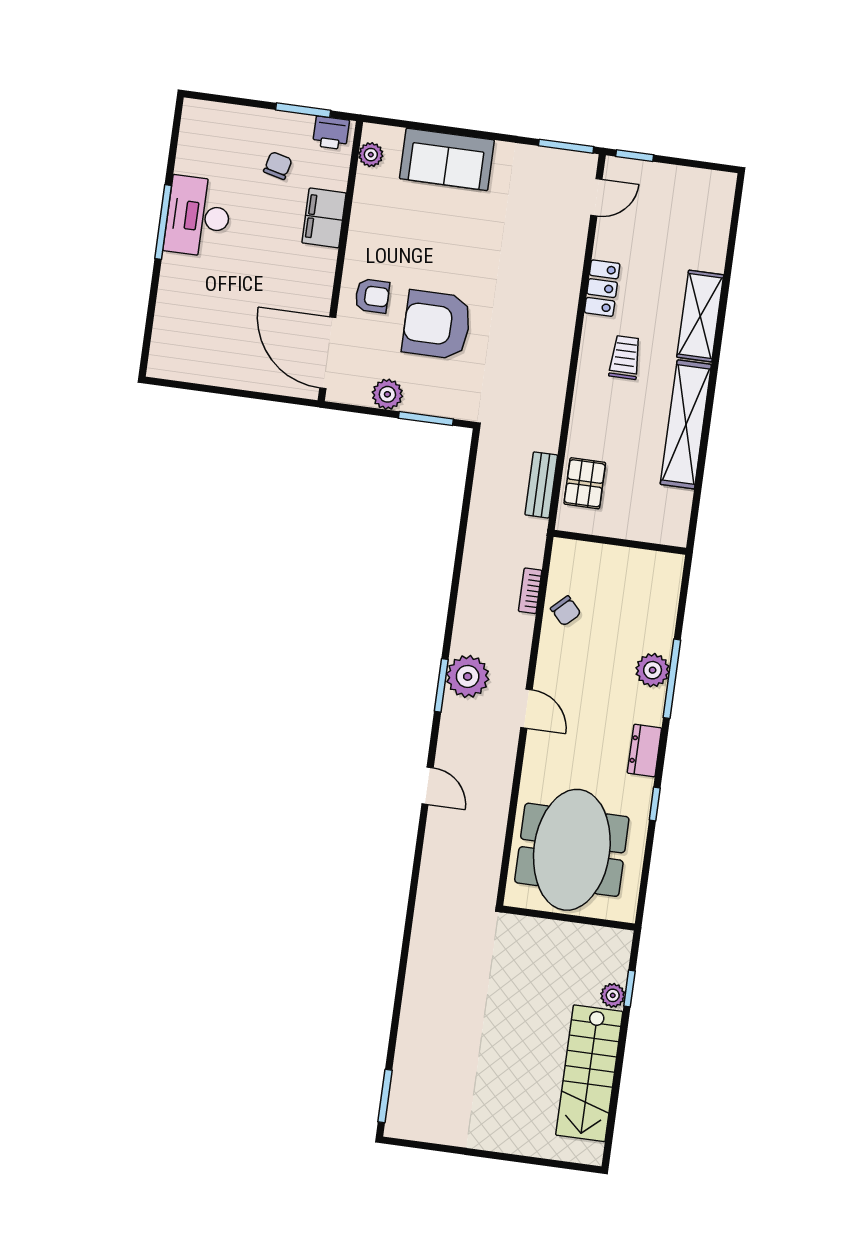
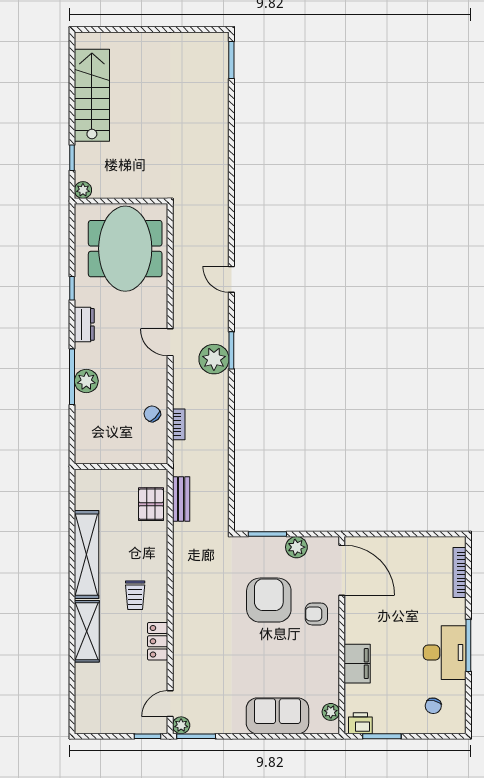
plant: (585, 165) -> (181, 725), added
chair: (278, 166) -> (433, 706), moved
armchair: (437, 325) -> (269, 600), turned -90
bookcase: (162, 327) -> (459, 572), added
plant: (613, 995) -> (83, 190), moved

